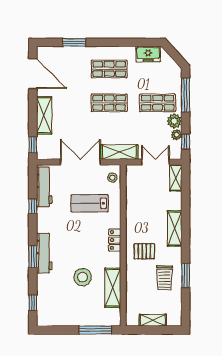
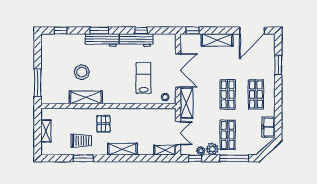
workbench: (44, 187) -> (136, 40), moved
locker: (115, 240) -> (113, 99), removed
trolley: (165, 278) -> (81, 141), turned 180
shelving: (113, 288) -> (86, 97), moved

